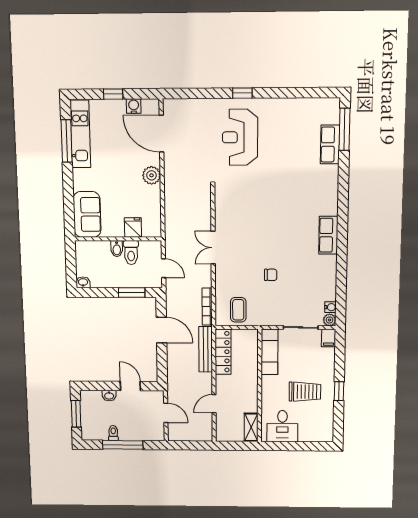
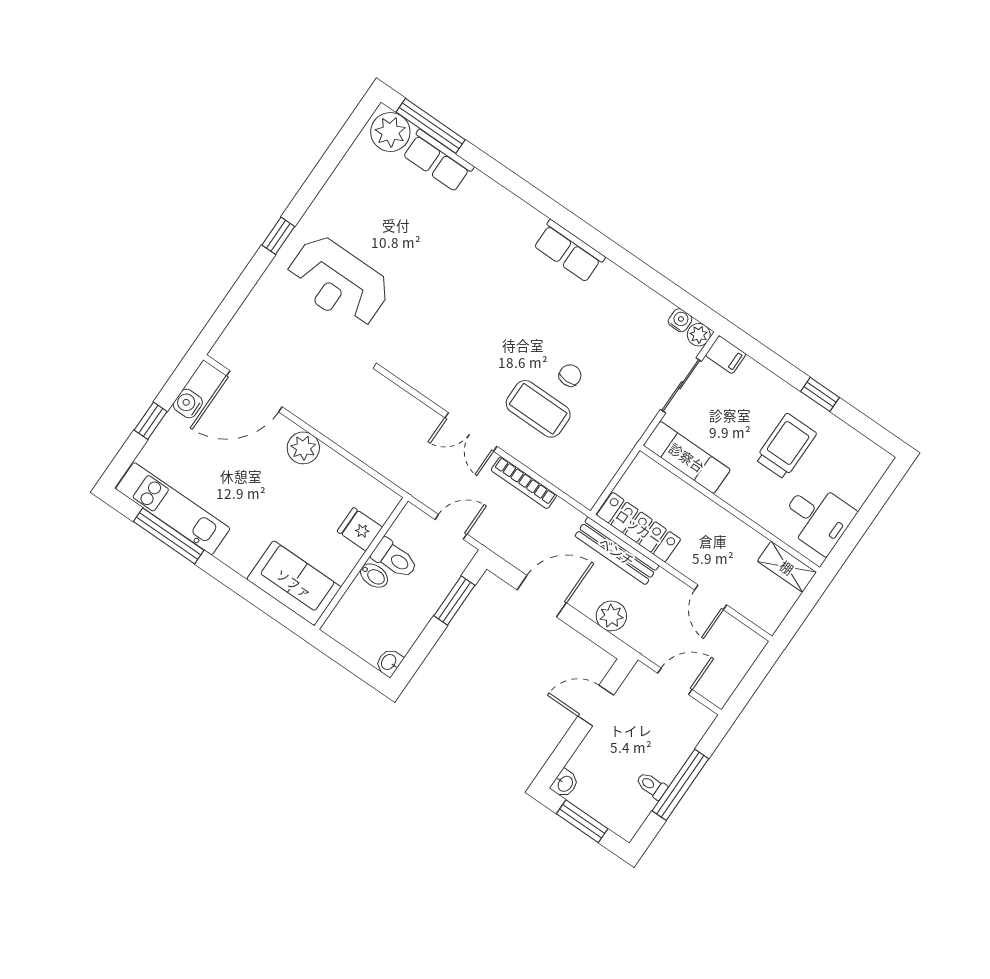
plant: (329, 112) -> (390, 132), added
bookcase: (207, 307) -> (524, 483), moved
coffee table: (238, 310) -> (538, 409), moved, width x1.36, depth x1.30
plant: (175, 366) -> (611, 616), added
washbasin: (109, 396) -> (565, 783), moved

